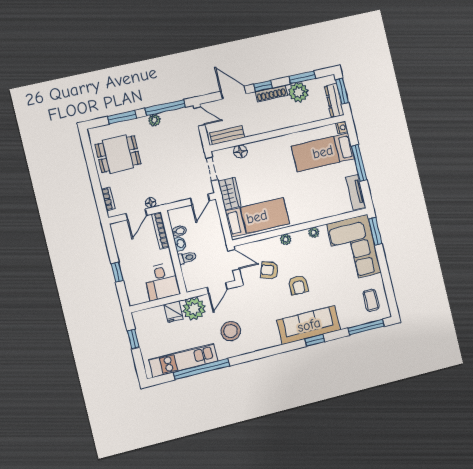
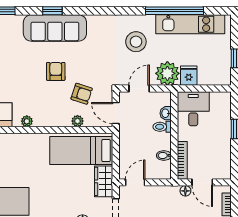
door: (136, 214) -> (202, 182), swing flipped
plant: (286, 239) -> (77, 121), moved
washbasin: (180, 244) -> (166, 113), moved

